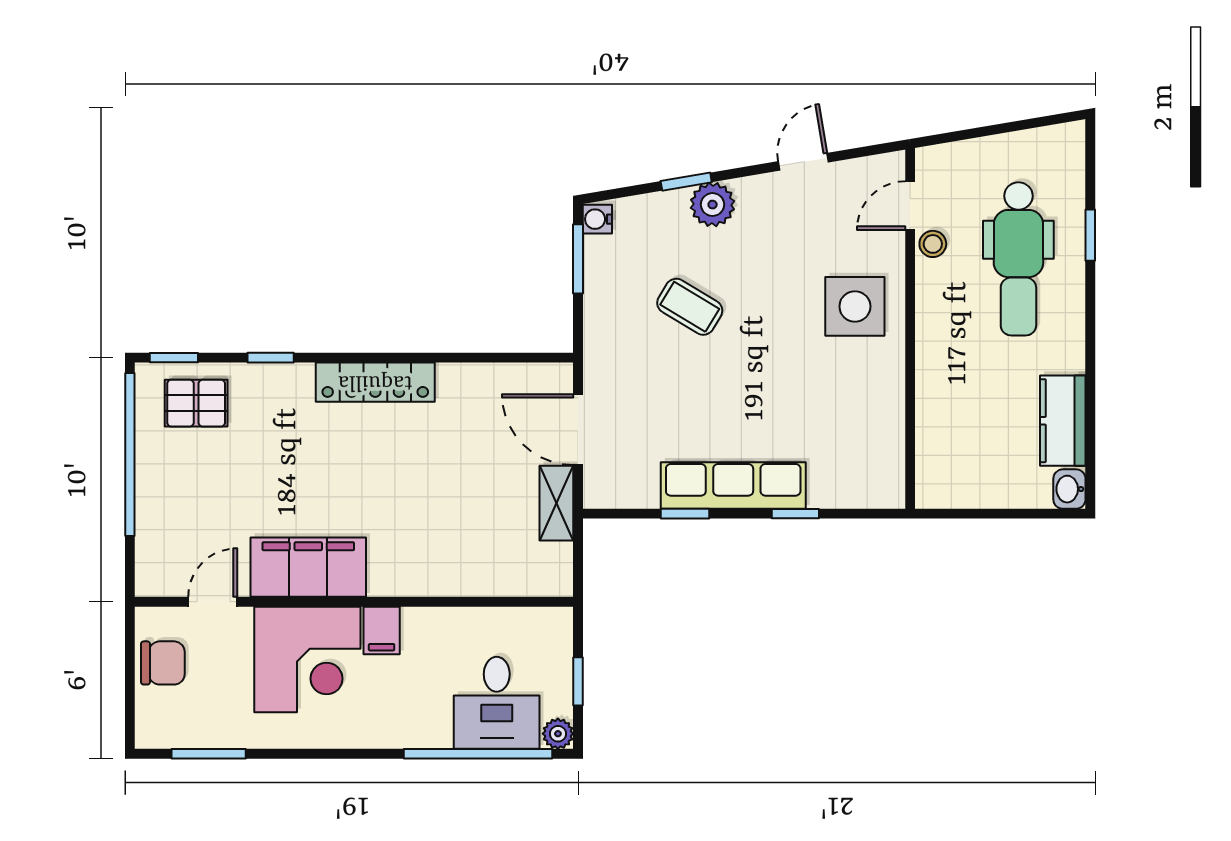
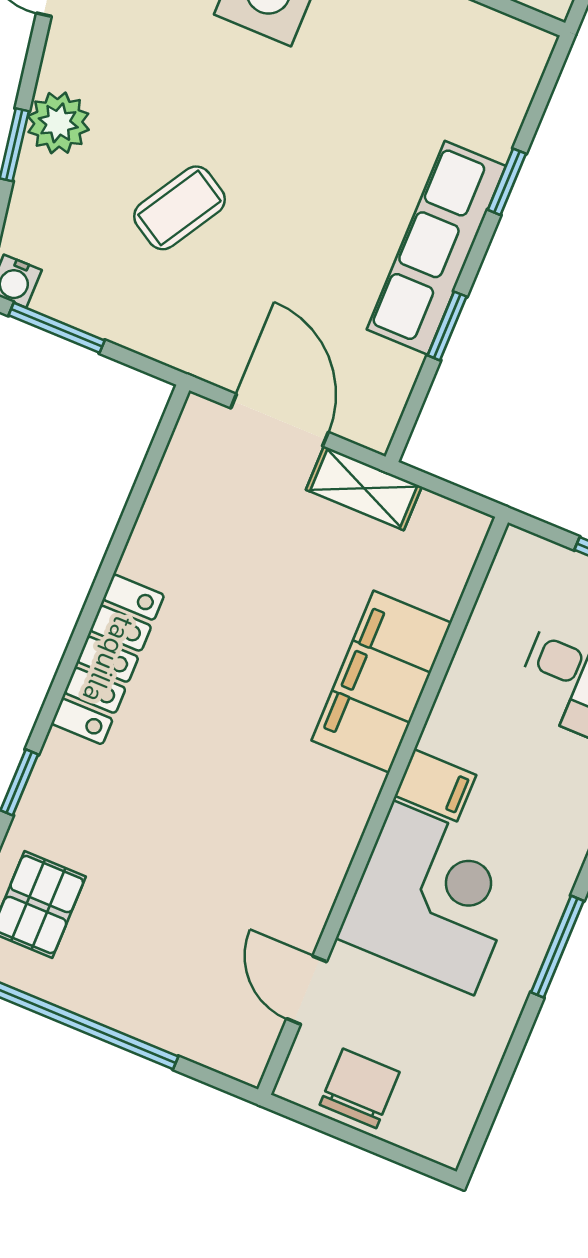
door: (578, 430) -> (280, 420), swing flipped
filing cabinet: (308, 567) -> (381, 682), moved
window: (209, 754) -> (557, 947), moved

